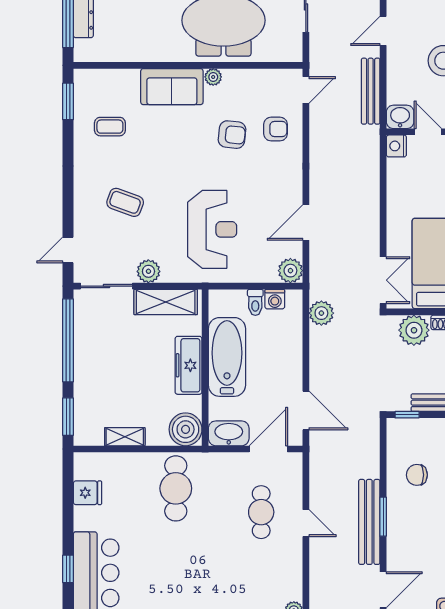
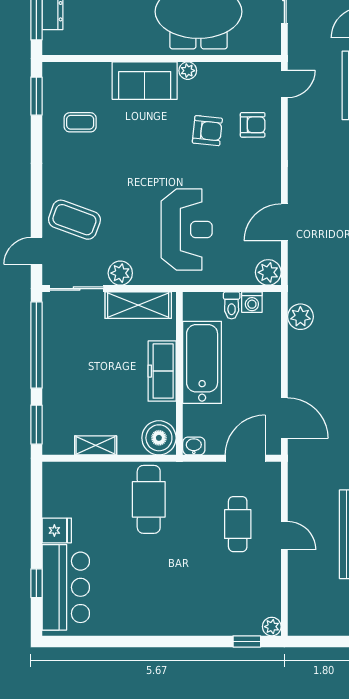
coffee table: (125, 202) -> (74, 220), moved, width x1.36, depth x1.30
washbasin: (229, 433) -> (194, 446), width x0.52, depth x0.69
fridge: (87, 493) -> (57, 530), moved

